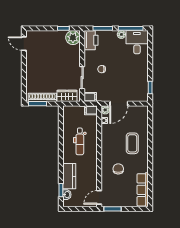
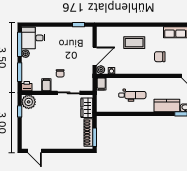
printer: (91, 40) -> (27, 86), width x0.53, depth x0.68
door: (24, 44) -> (35, 151), hinge flipped
filing cabinet: (90, 97) -> (46, 85), moved
door: (119, 104) -> (95, 56), hinge flipped

